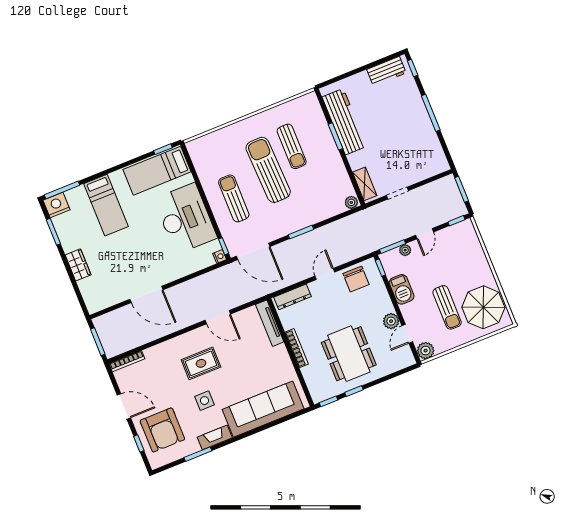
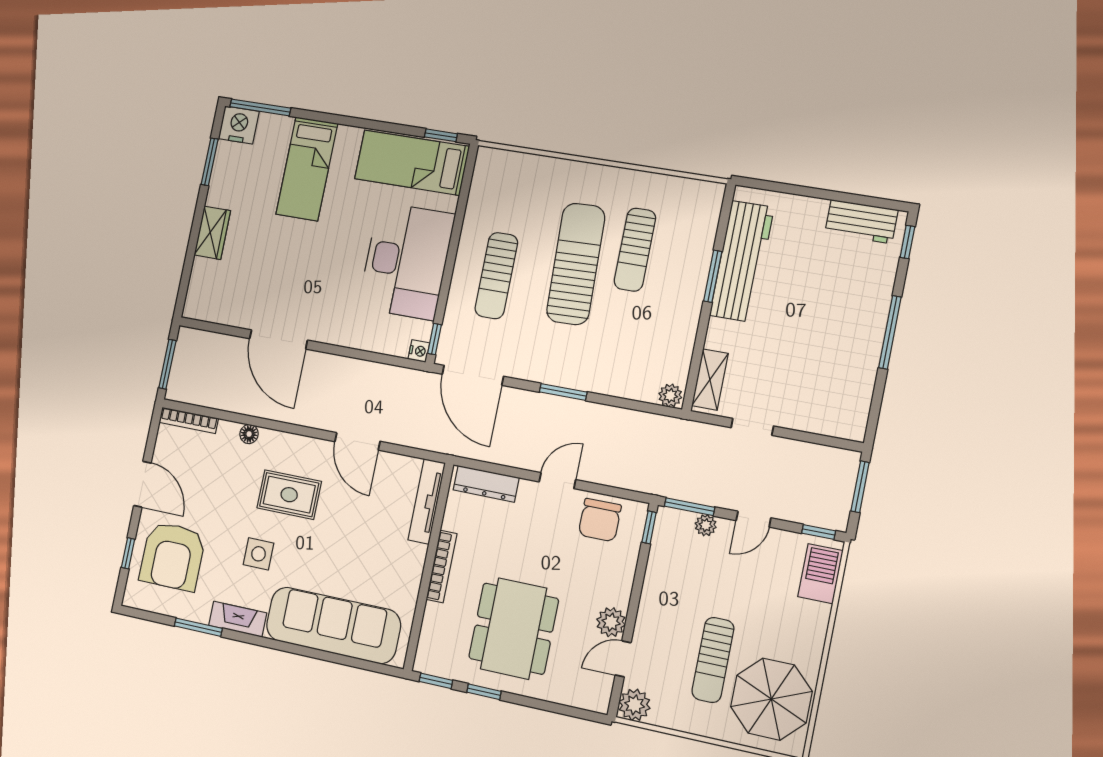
sun lounger: (234, 198) -> (496, 276), turned 180
barbecue: (402, 289) -> (820, 574), moved, turned 180
floor lamp: (162, 348) -> (249, 434), added

